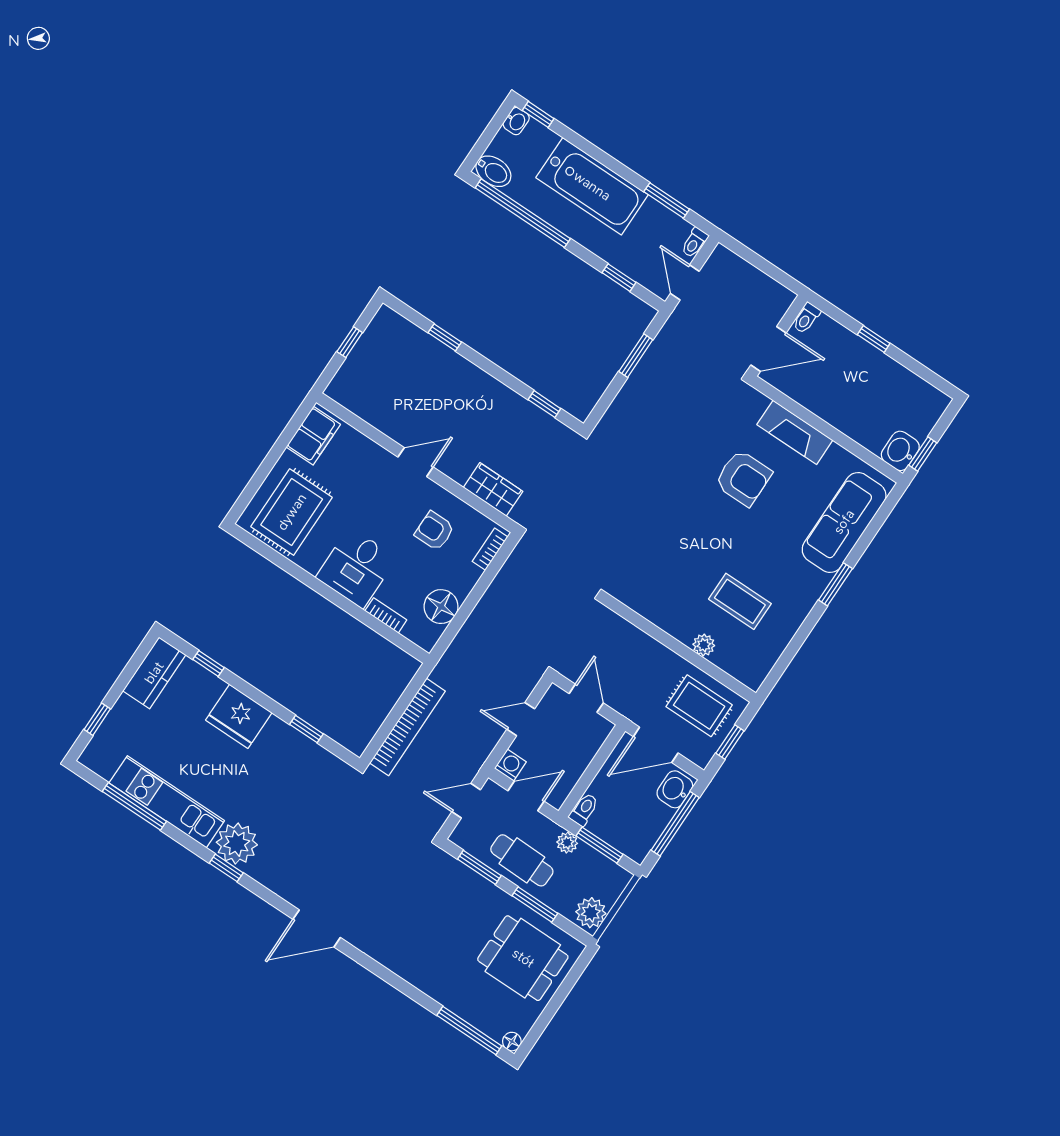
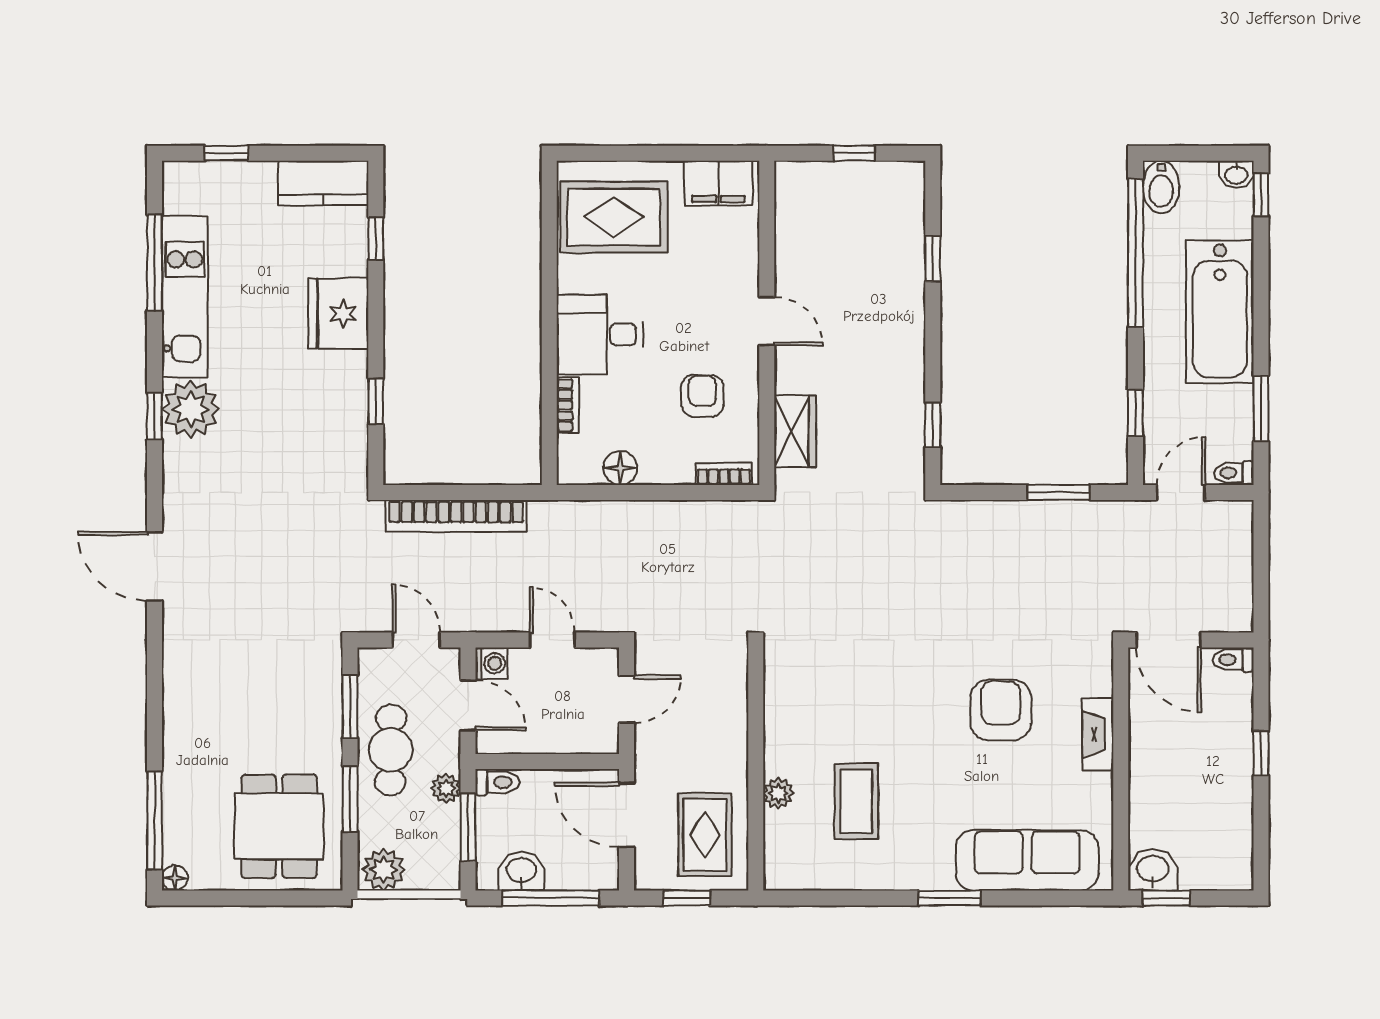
fireplace: (795, 432) -> (1098, 734), width x0.73, depth x0.76
armchair: (743, 478) -> (1001, 710), turned 180
floor lamp: (441, 607) -> (620, 468), width x0.73, depth x0.73
washbasin: (675, 789) -> (521, 871), moved

